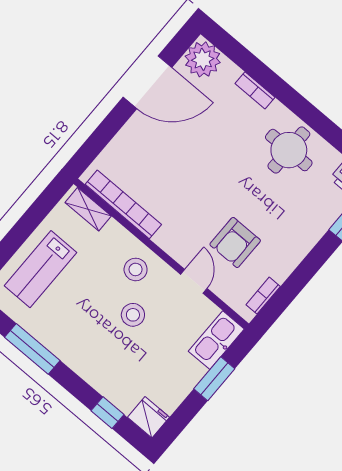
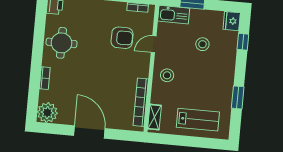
door: (148, 82) -> (89, 132), moved
stool: (133, 315) -> (202, 44), moved
window: (32, 349) -> (238, 97), width x0.69

